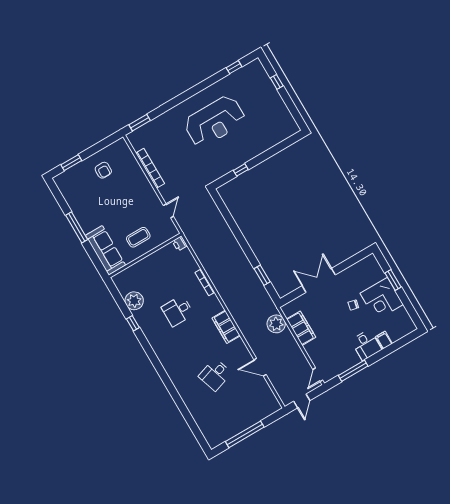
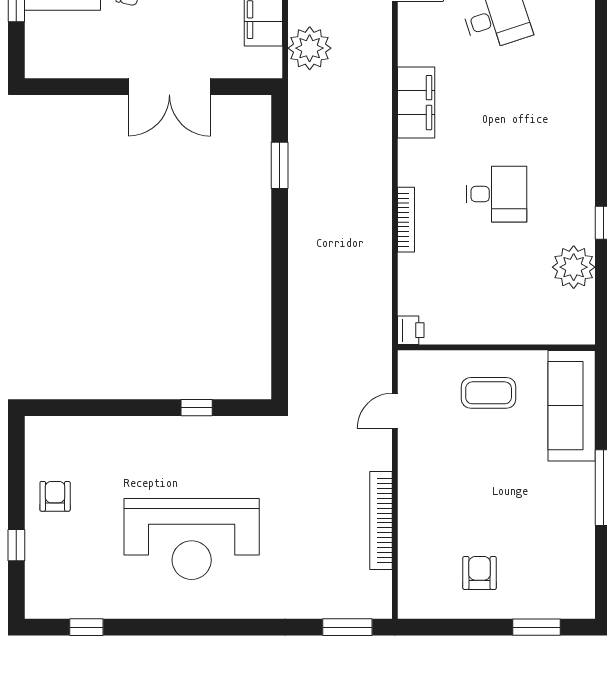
armchair: (273, 108) -> (55, 496), added
reception desk: (215, 121) -> (192, 539), turned 180

